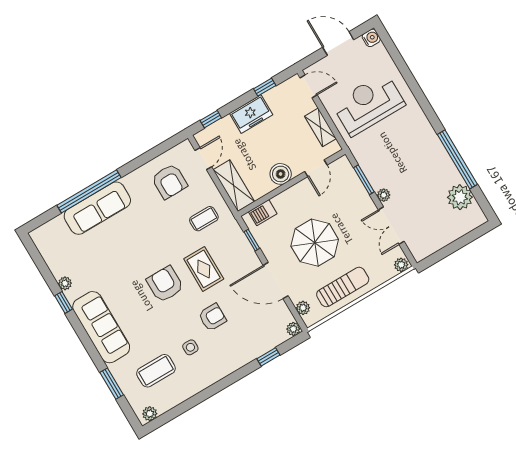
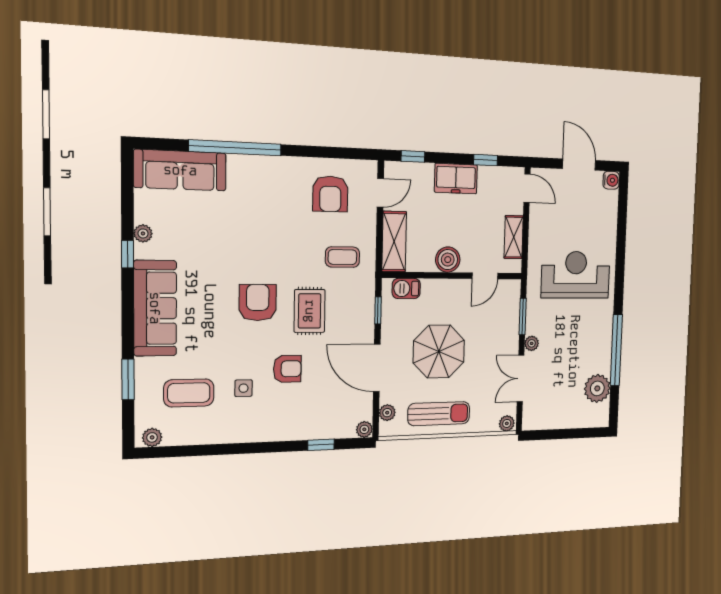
reception desk: (368, 104) -> (576, 275), moved
sofa: (97, 208) -> (180, 170), moved

